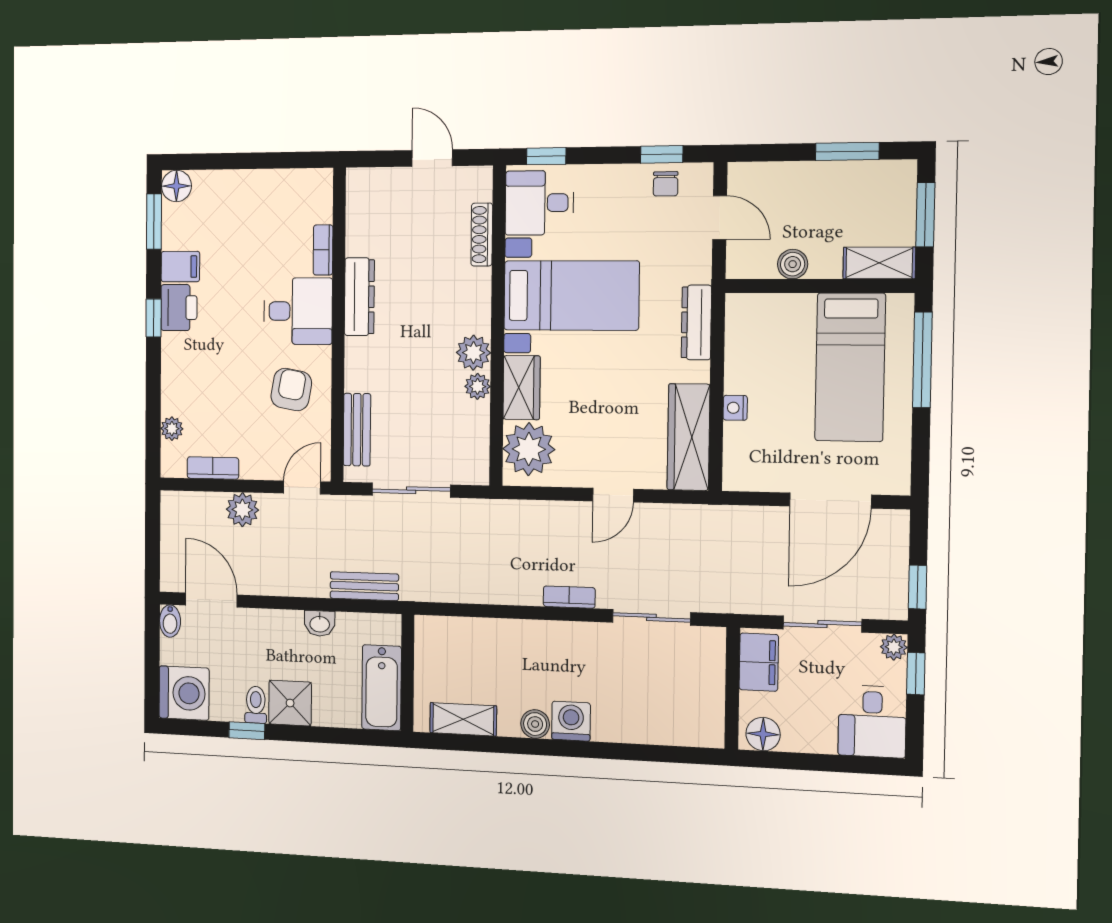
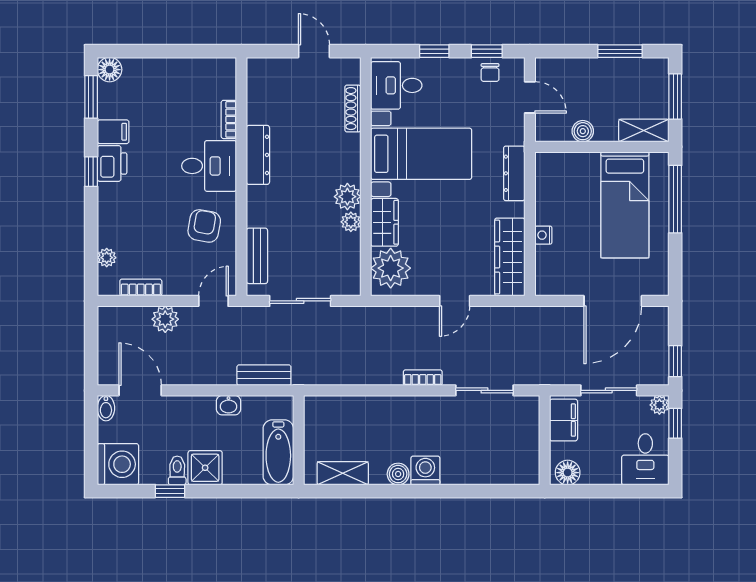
window: (546, 156) -> (434, 51), moved

